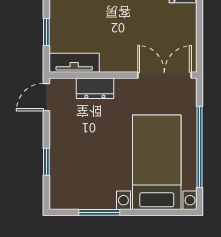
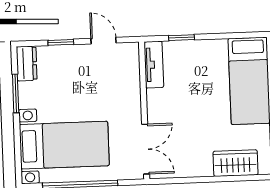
dresser: (95, 88) -> (27, 64), moved, turned 180
door: (46, 97) -> (103, 41), moved

